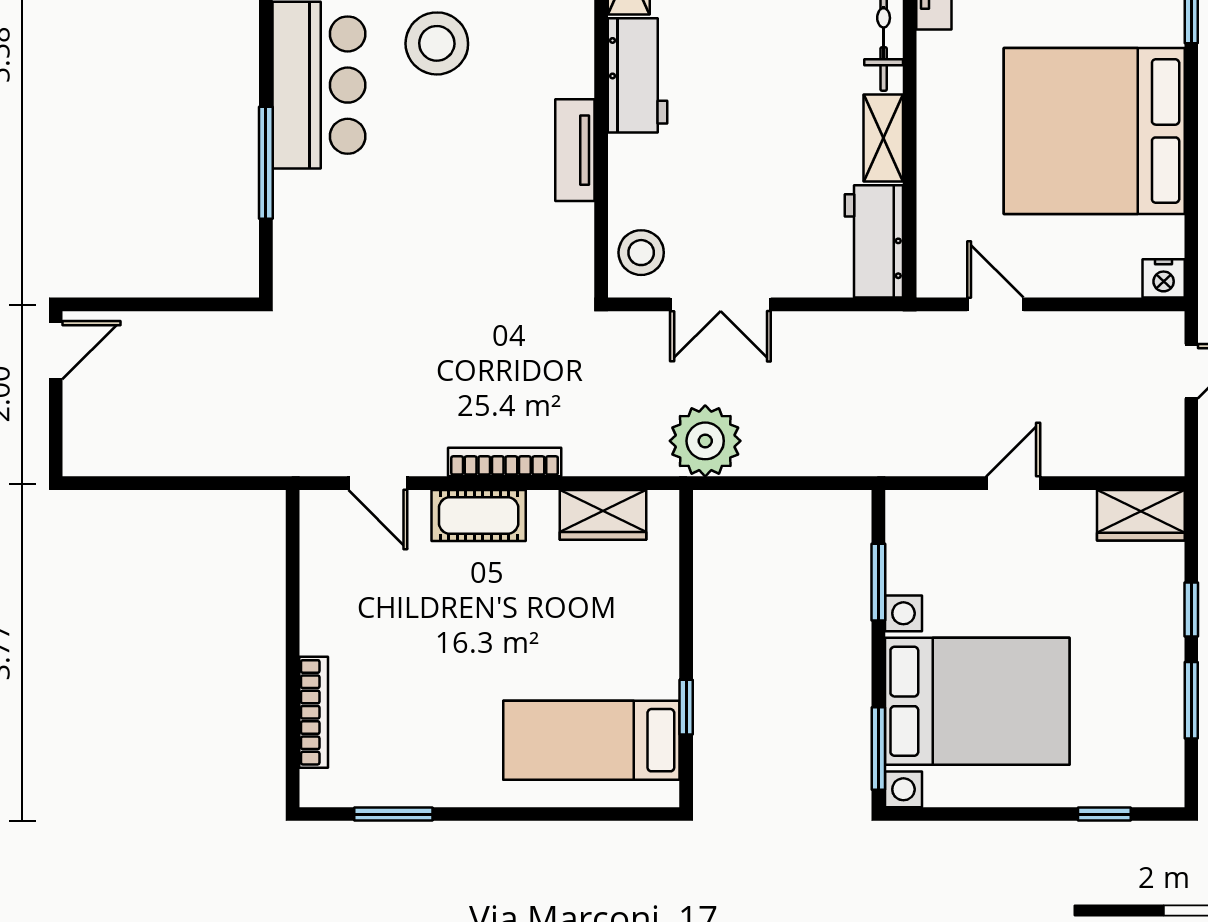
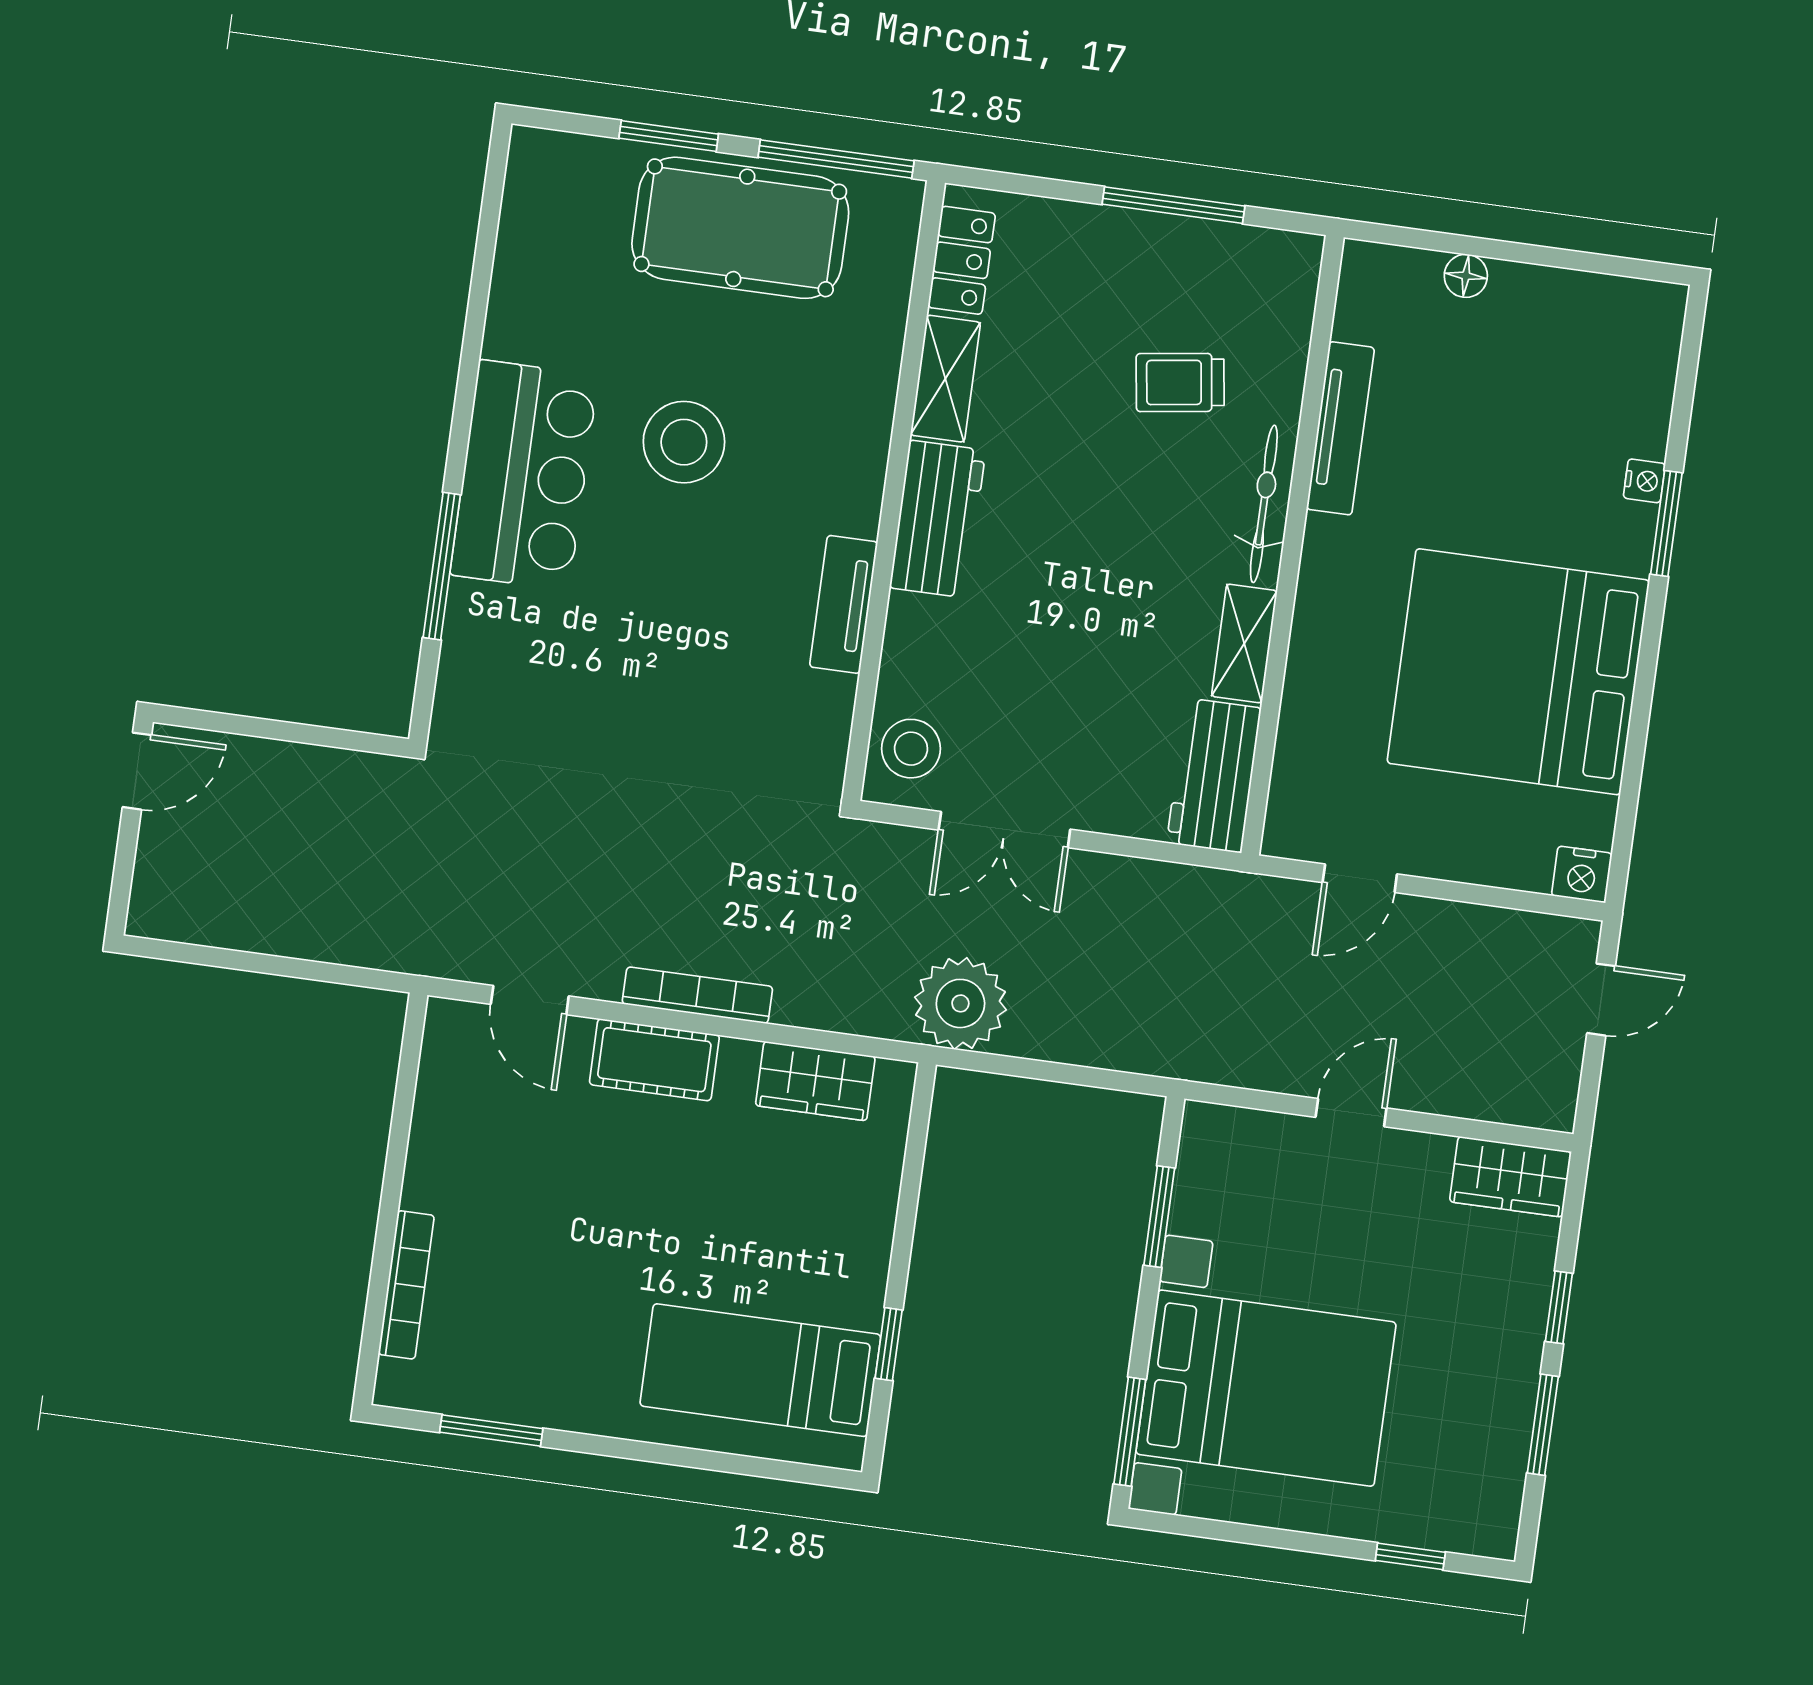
door: (995, 304) -> (1360, 878), swing flipped

